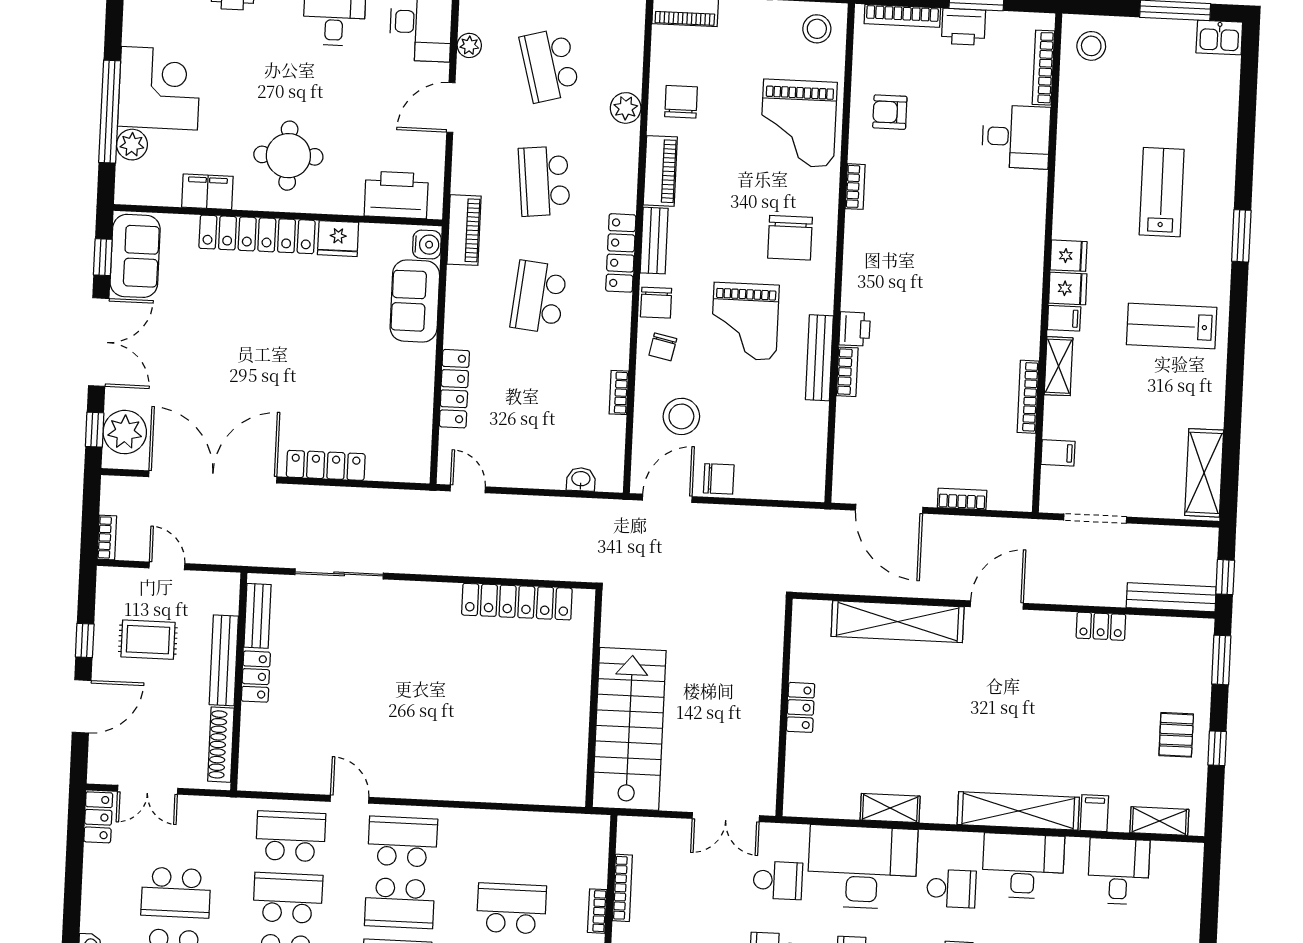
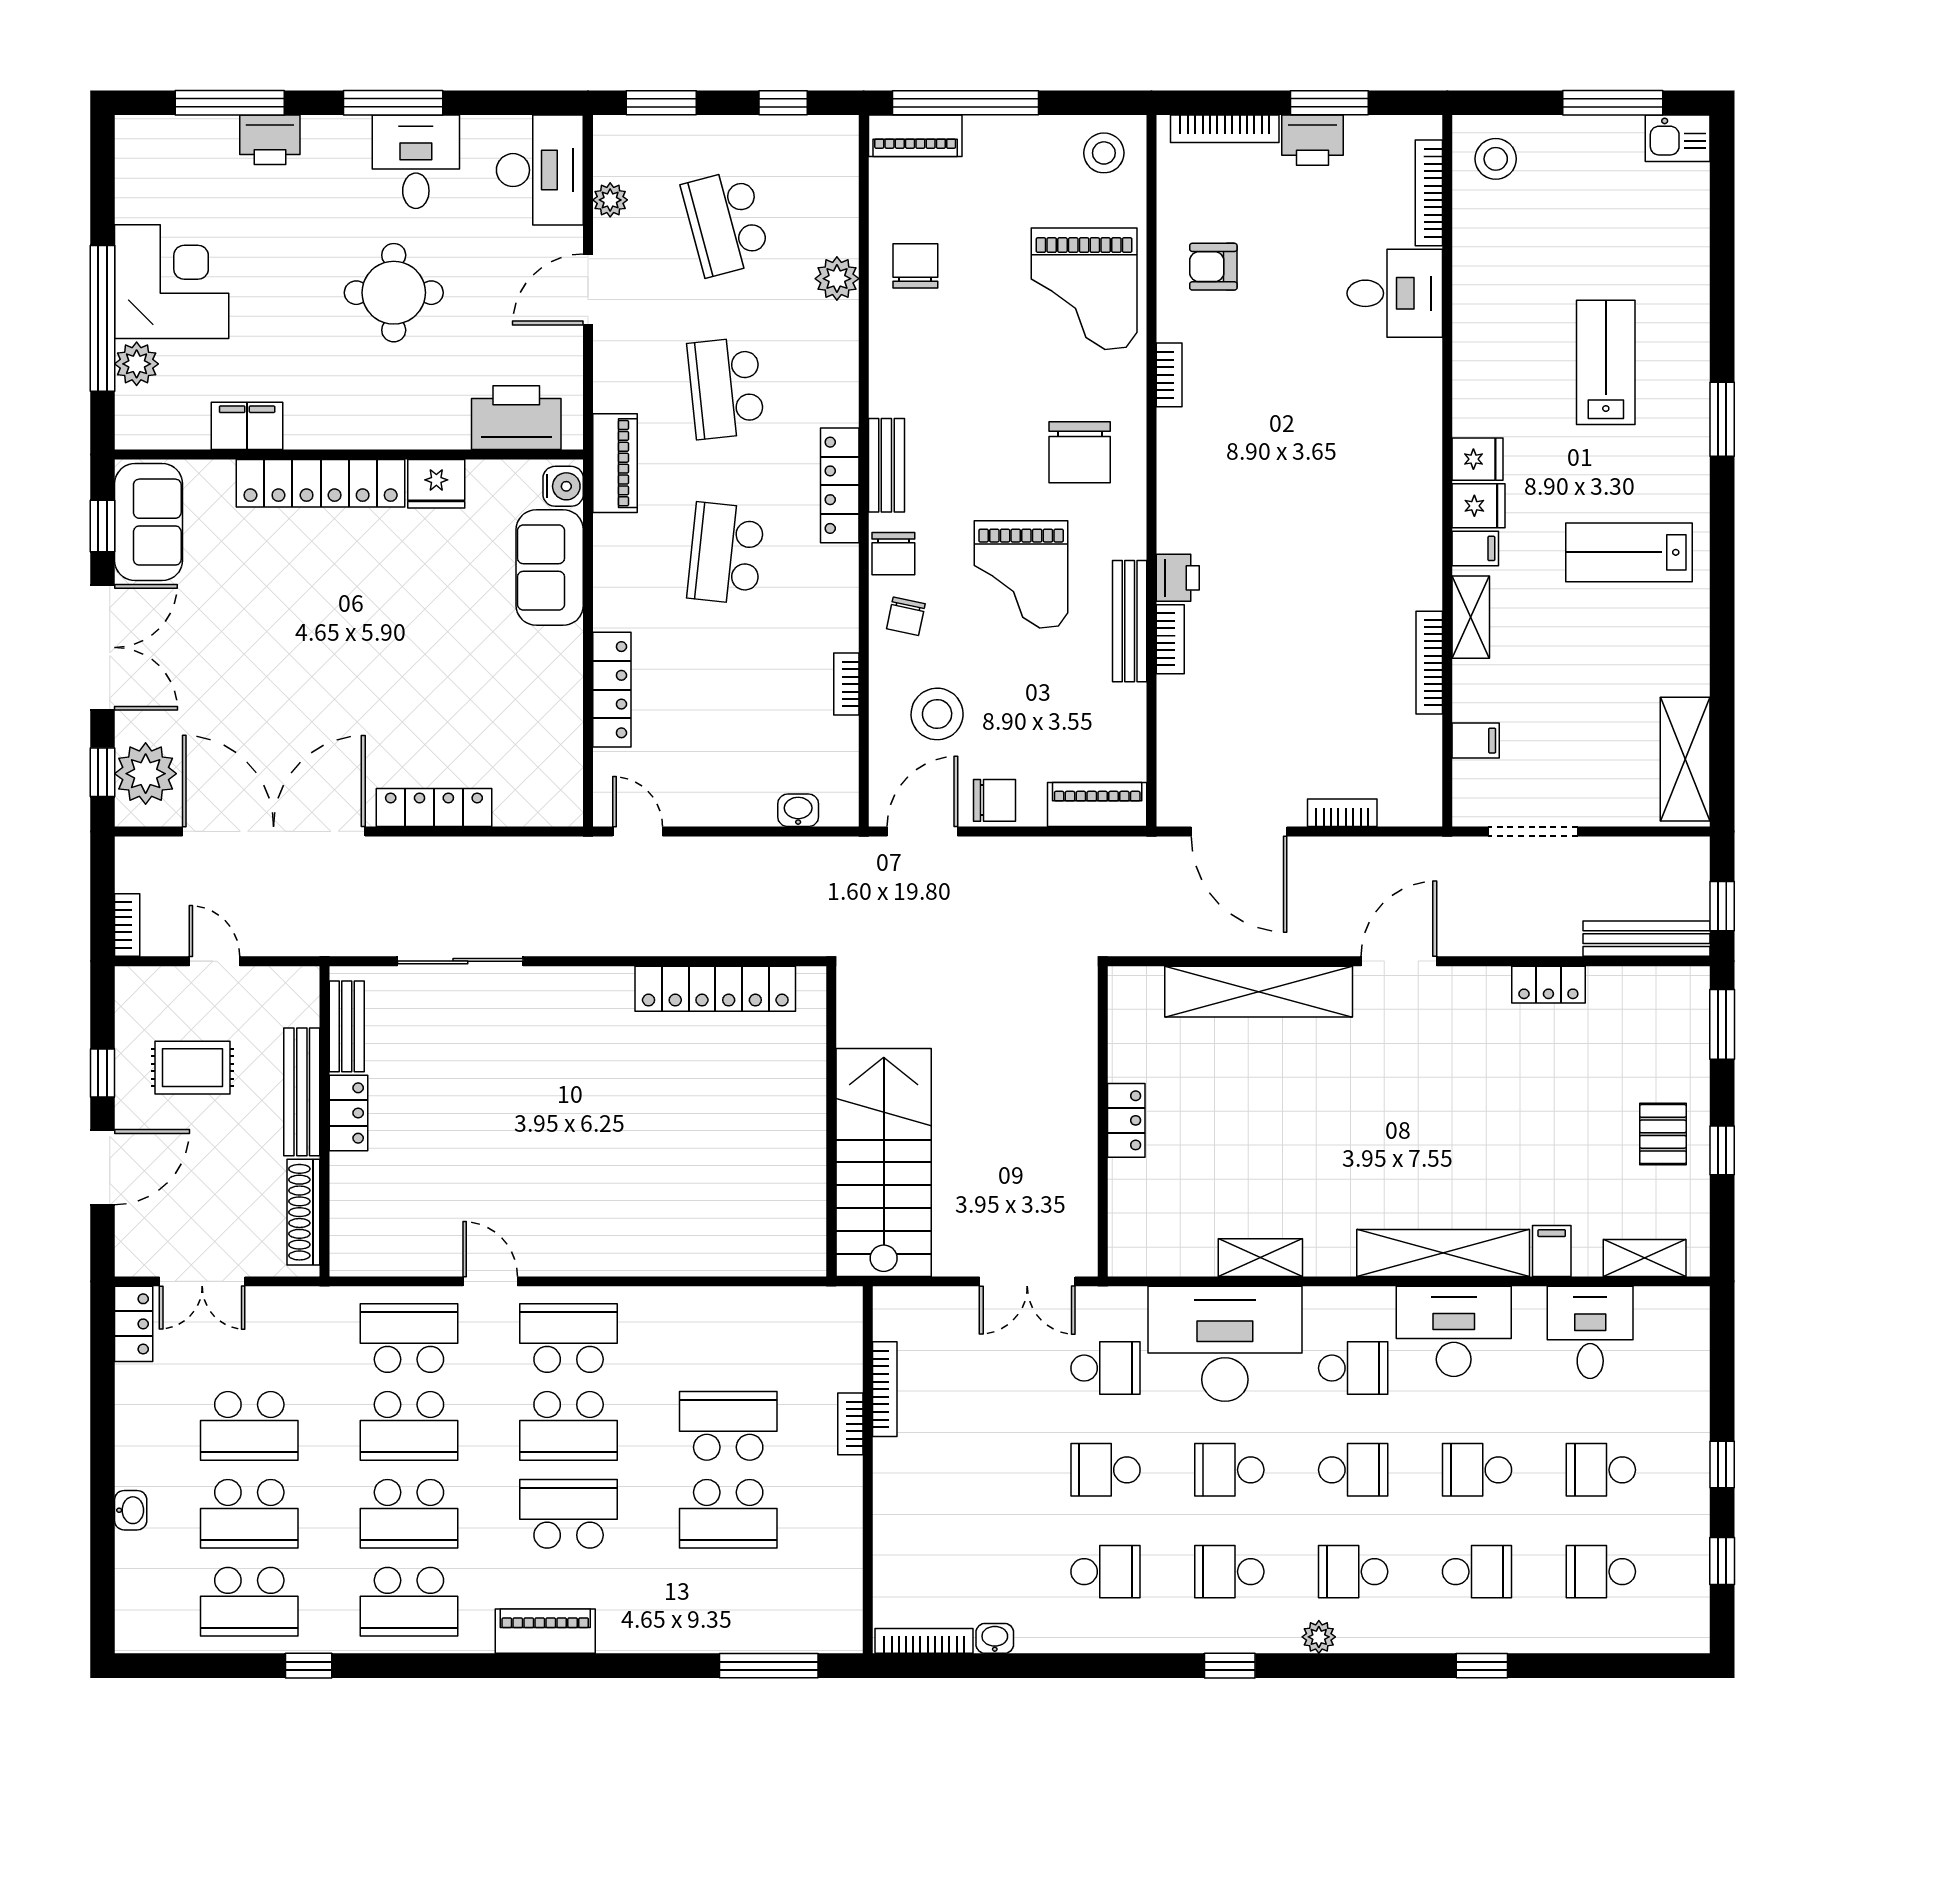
round table: (288, 156) -> (394, 293), moved
piano: (660, 171) -> (1097, 805), moved, turned -90
school desk: (288, 898) -> (409, 1426), turned 180

